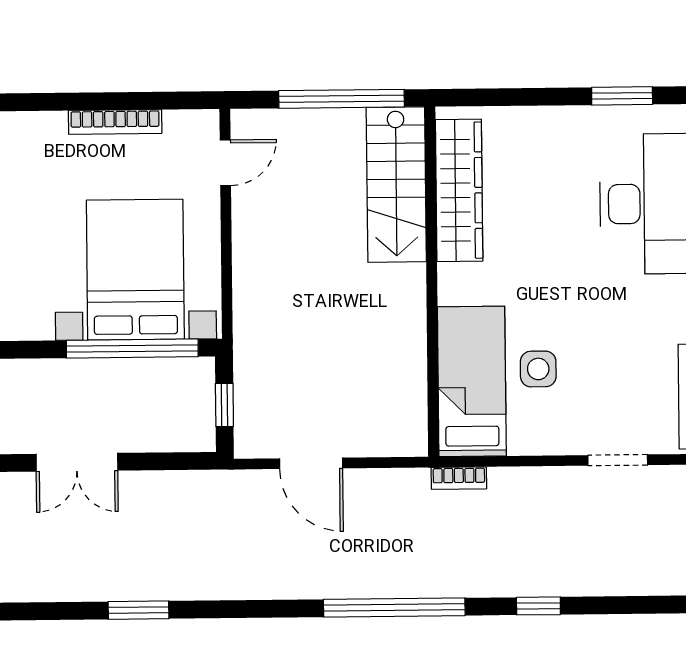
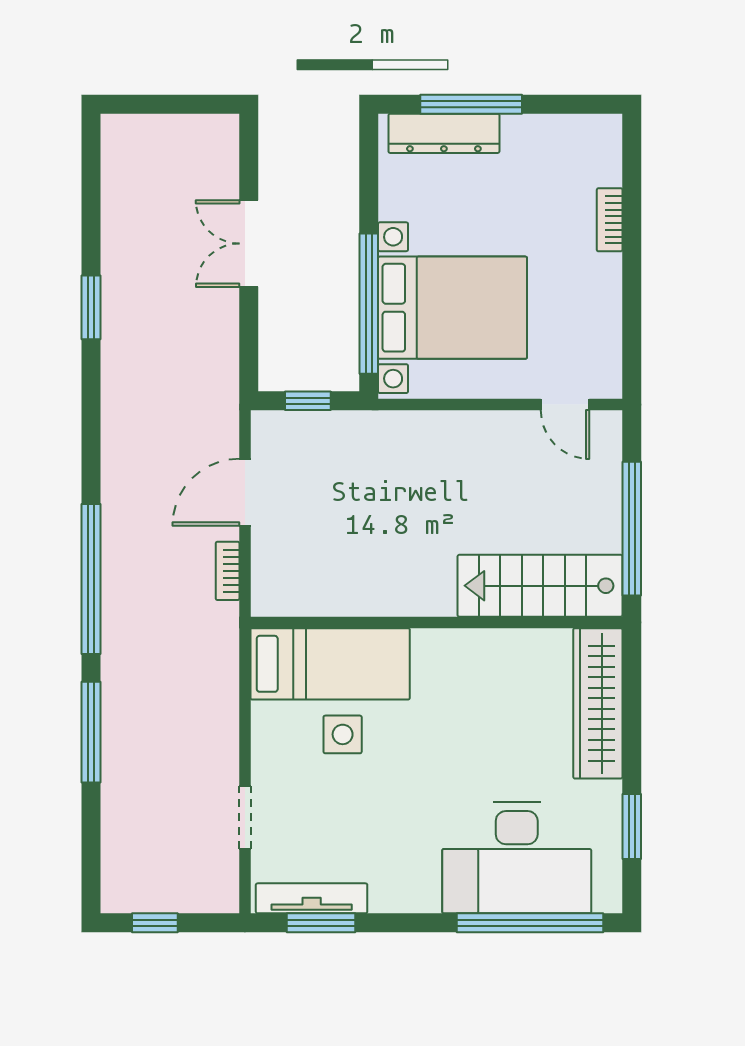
bookcase: (115, 122) -> (610, 220), moved, width x0.64
wardrobe: (459, 190) -> (598, 703), moved, turned 90
bookcase: (459, 478) -> (228, 571), moved
window: (538, 606) -> (91, 732), width x2.17

